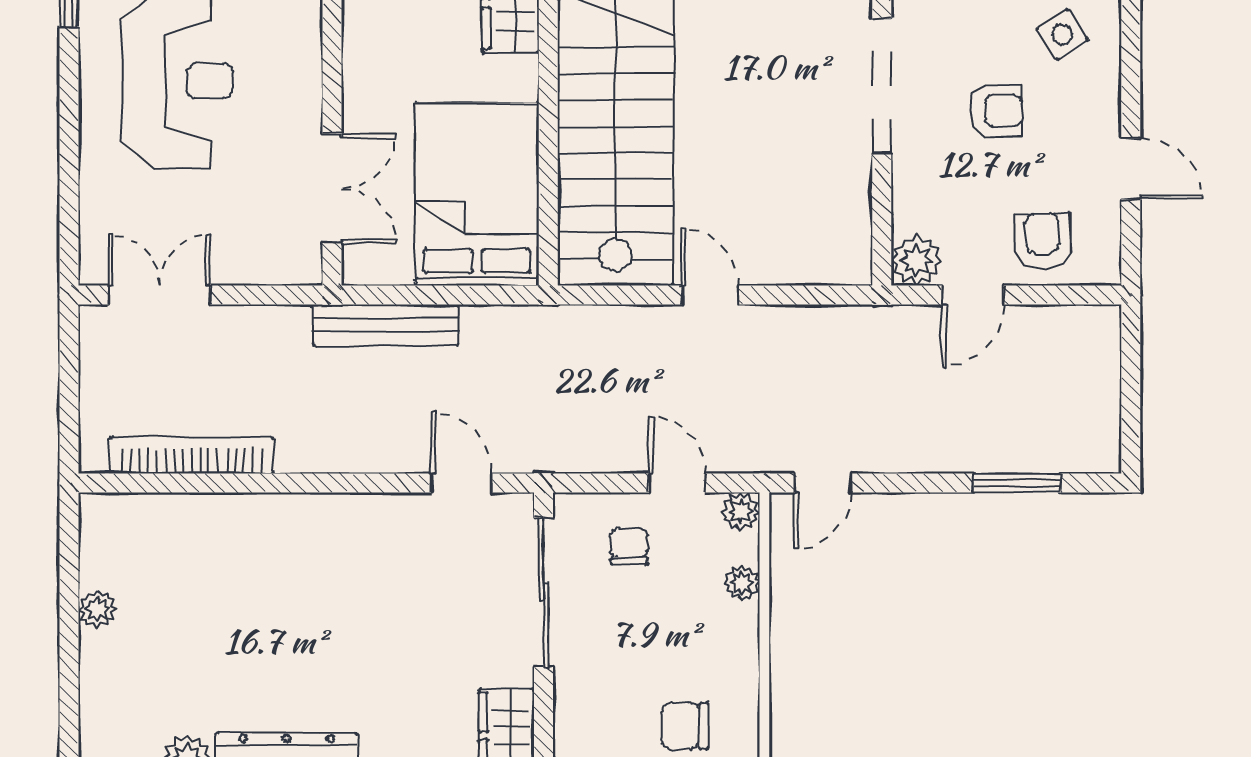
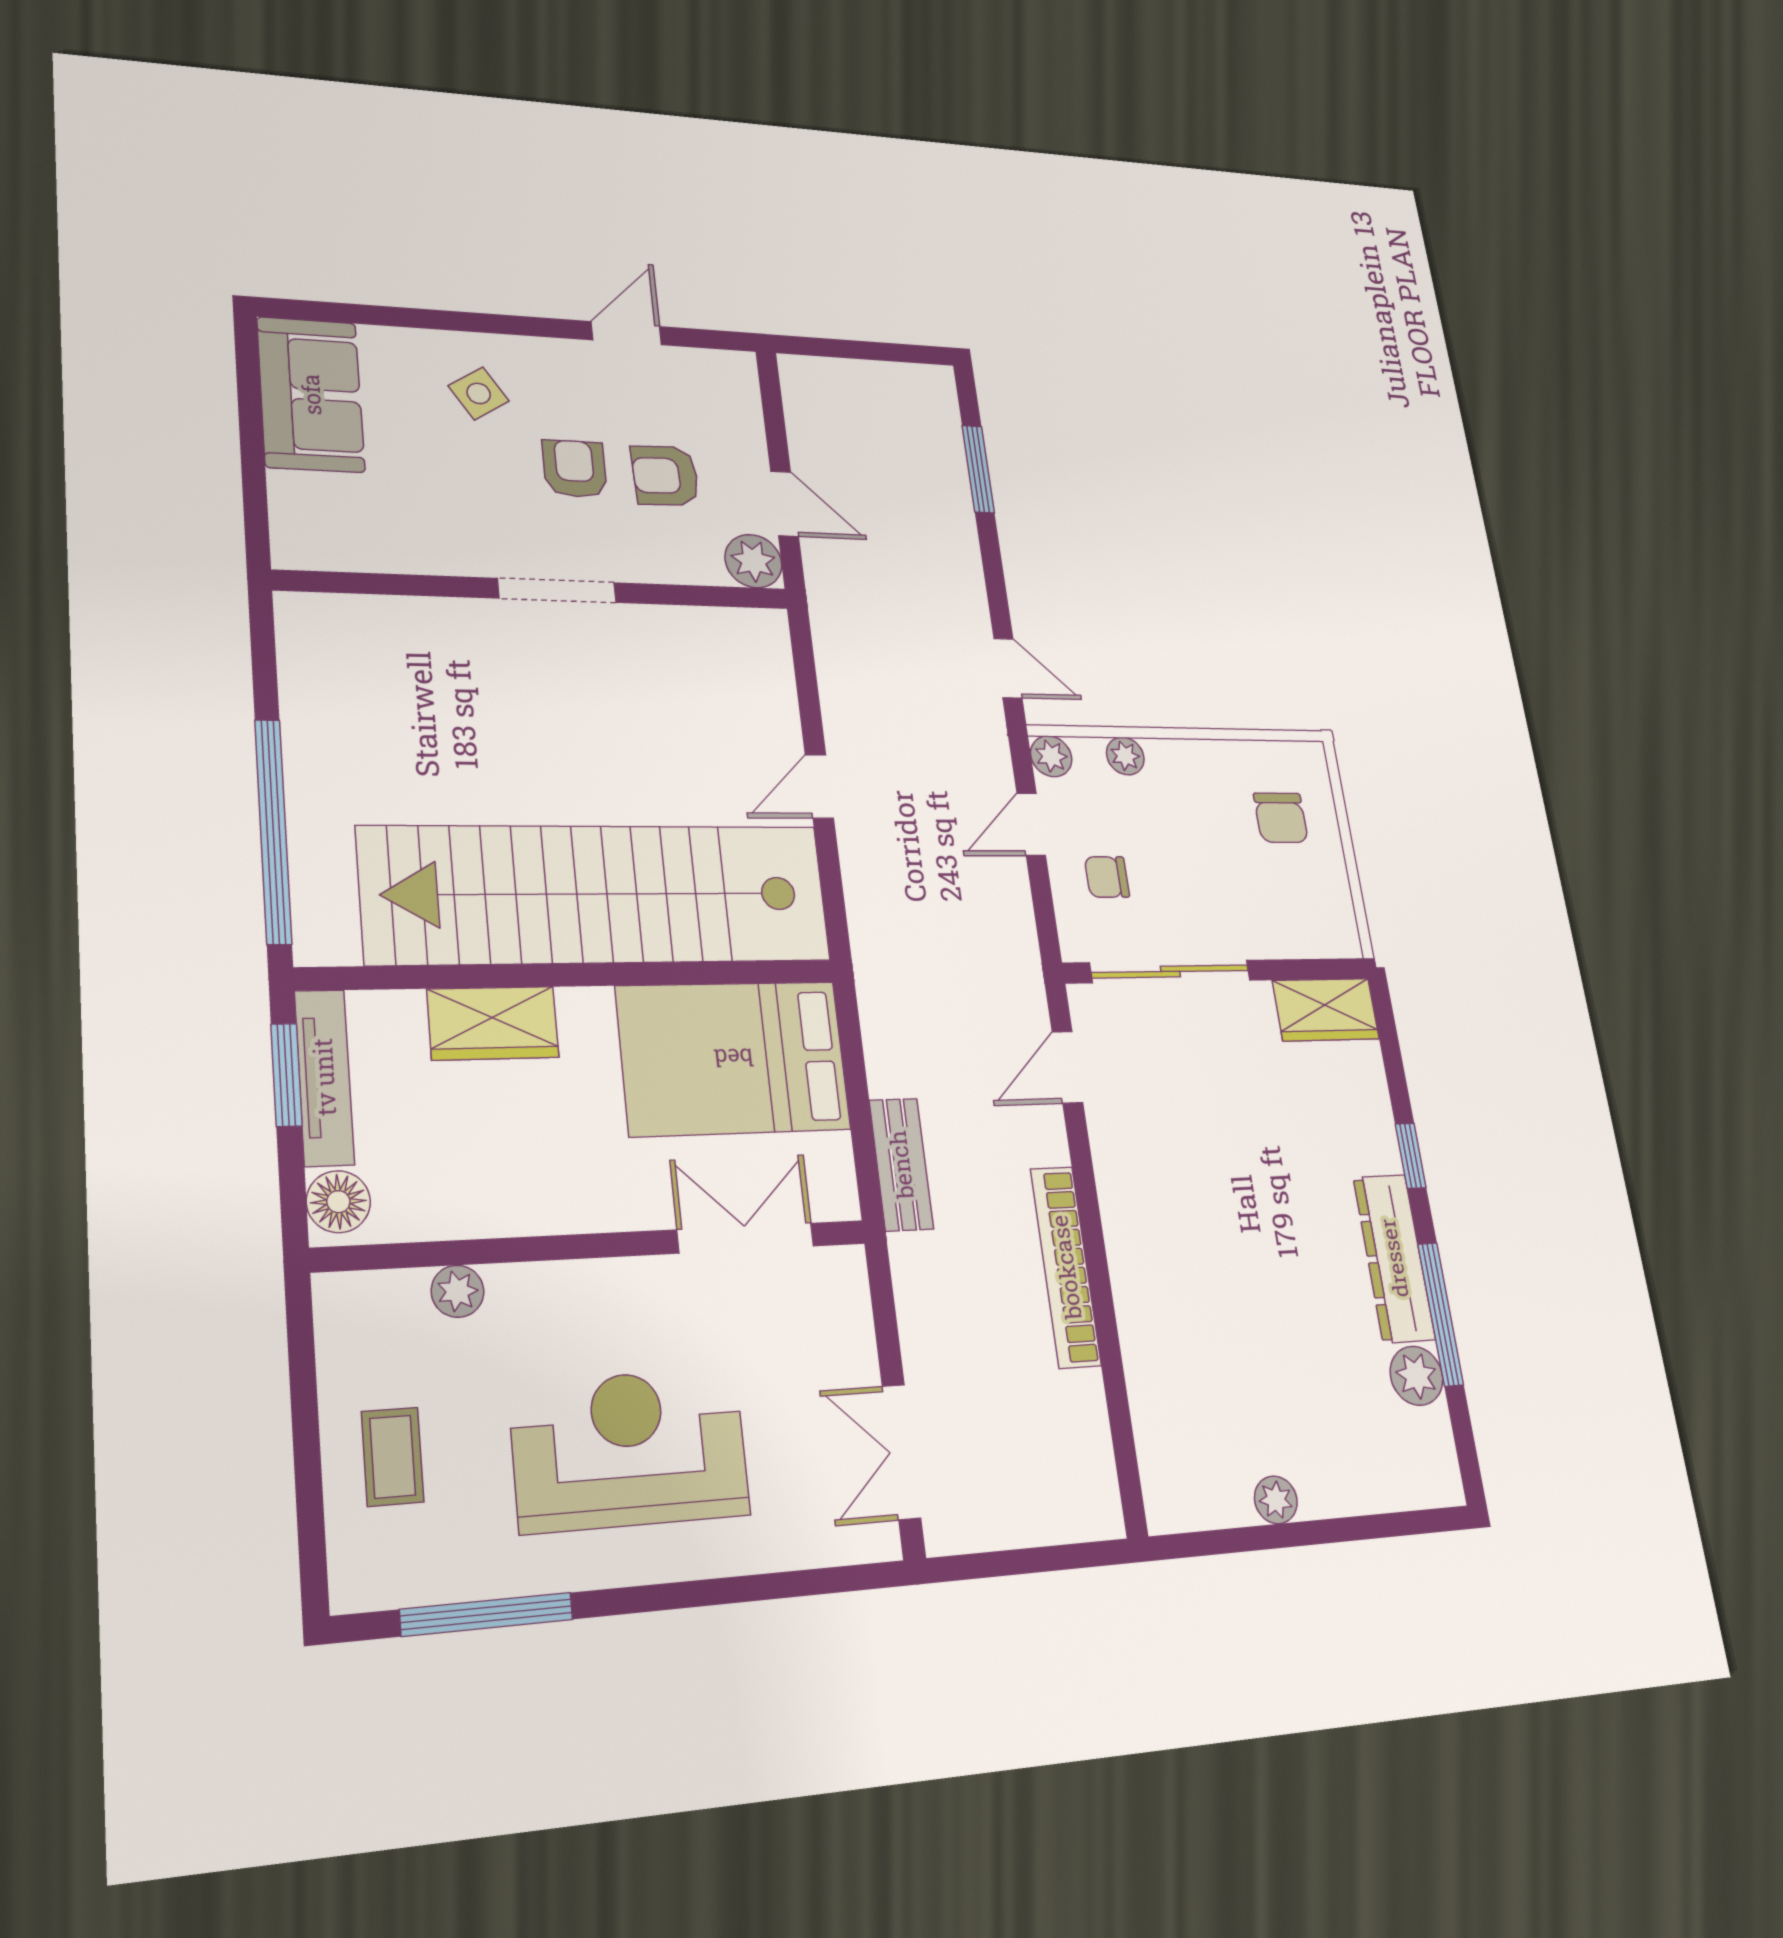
doorway: (882, 86) -> (557, 590), width x0.73
armchair: (1042, 241) -> (665, 476), moved
bench: (385, 325) -> (901, 1164), width x0.73
bookcase: (192, 455) -> (1066, 1267), moved

